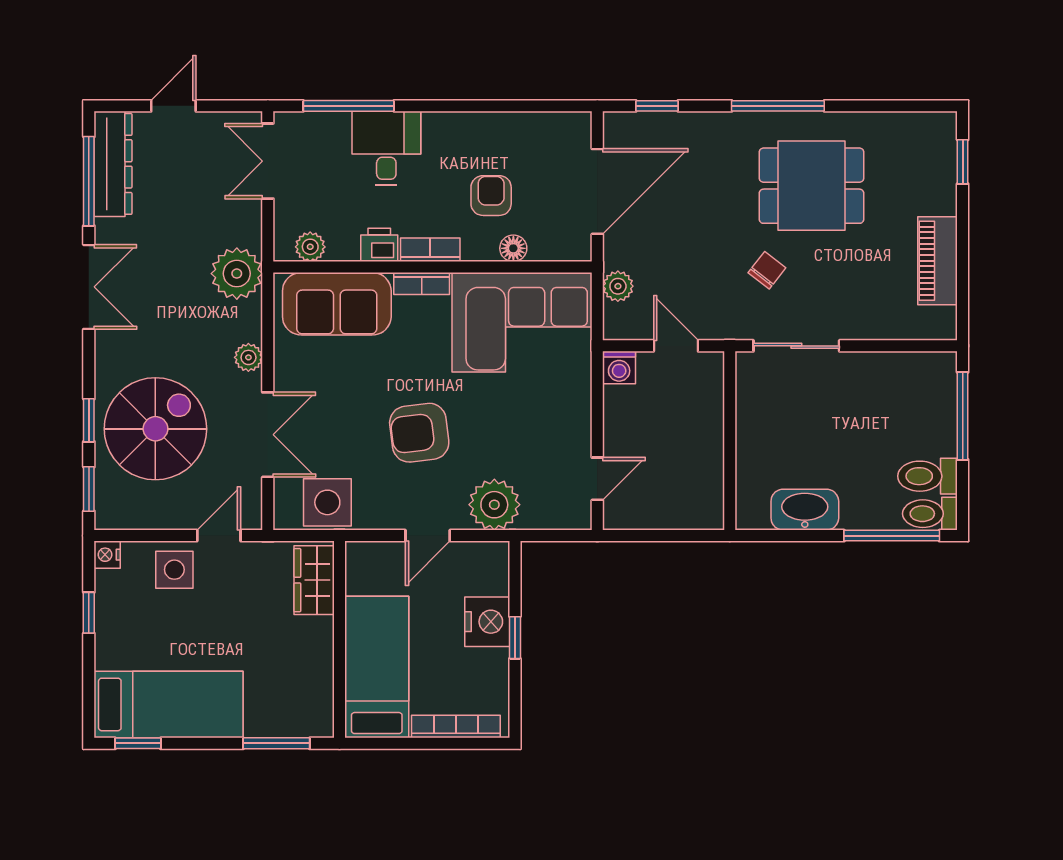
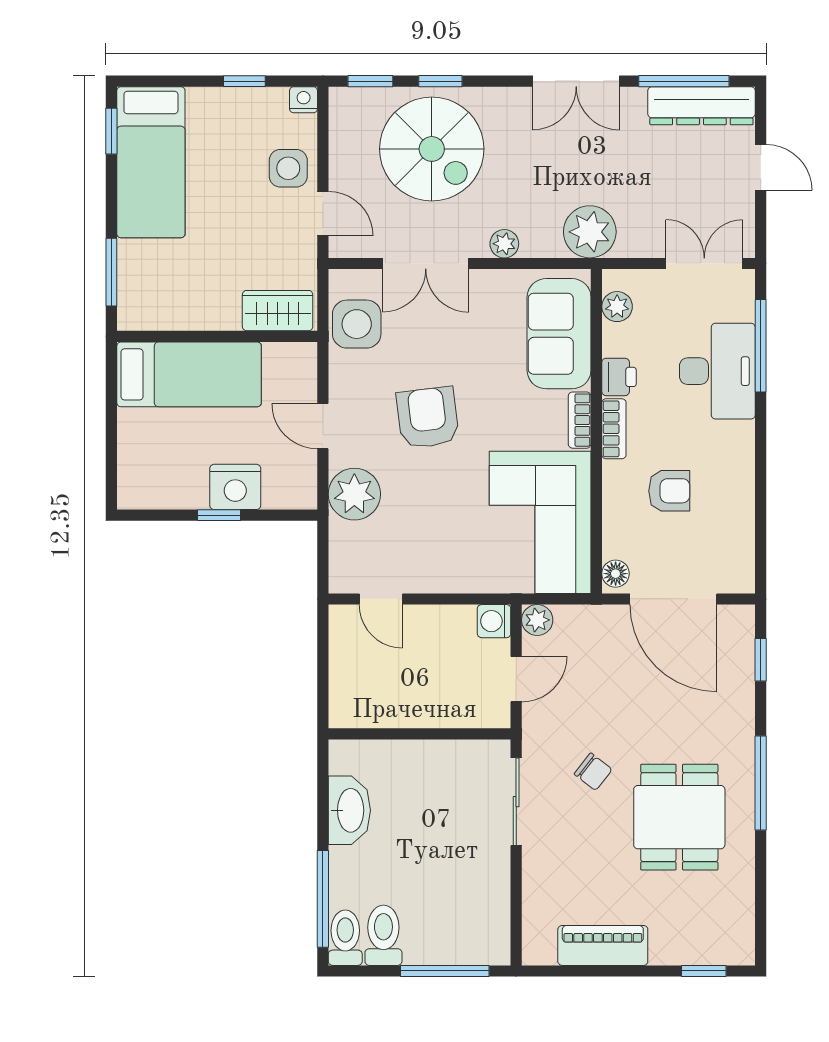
desk: (386, 148) -> (717, 371), width x1.37
floor lamp: (513, 248) -> (616, 574), moved
plant: (618, 286) -> (537, 620), moved
bookcase: (456, 727) -> (128, 455), removed

